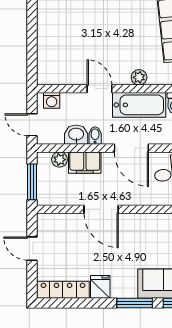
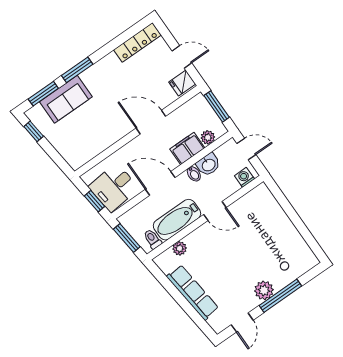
plant: (139, 77) -> (180, 248), moved
fridge: (100, 287) -> (182, 83), moved, turned 90

